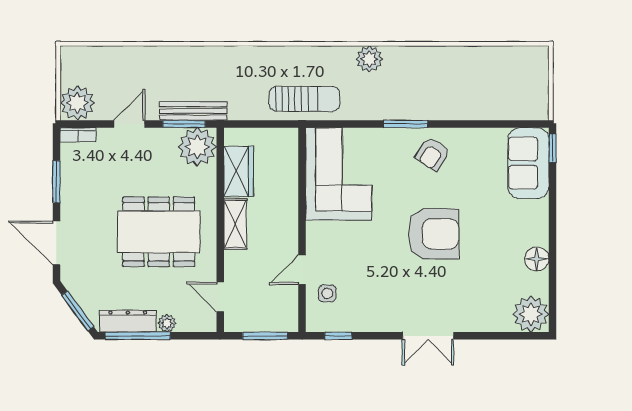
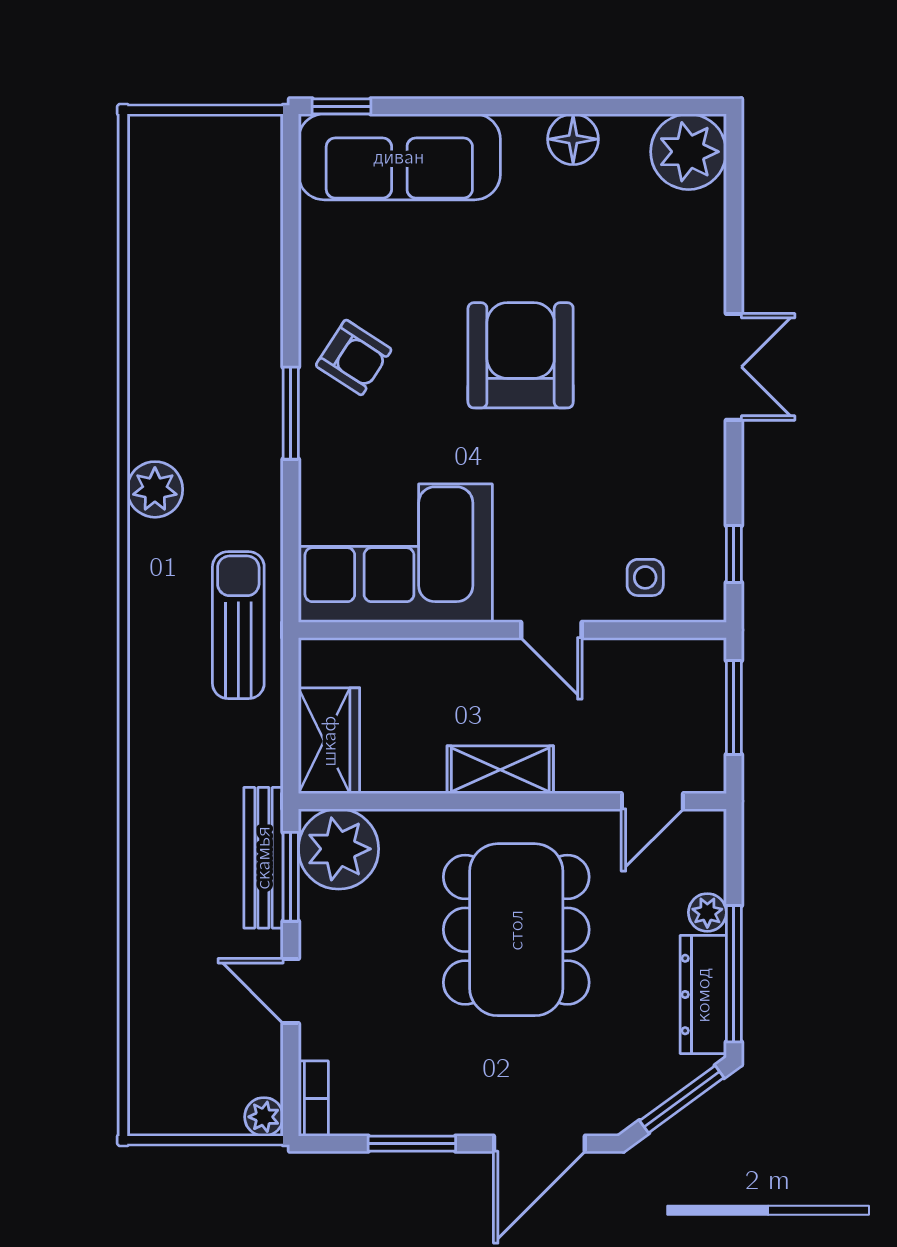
plant: (77, 103) -> (264, 1117), width x0.53, depth x0.53
sofa: (528, 163) -> (399, 157), width x1.36
wardrobe: (239, 171) -> (329, 741), moved, turned 90
door: (302, 270) -> (551, 630), moved

